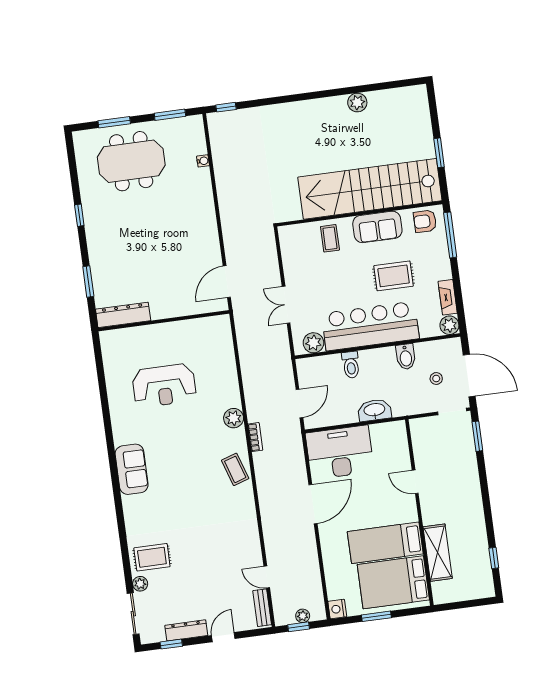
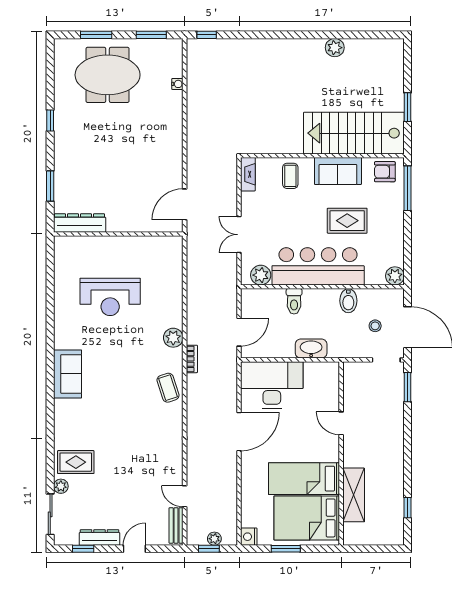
stairs: (370, 189) -> (354, 133), width x0.73
fireplace: (448, 297) -> (248, 174), moved, turned 180

